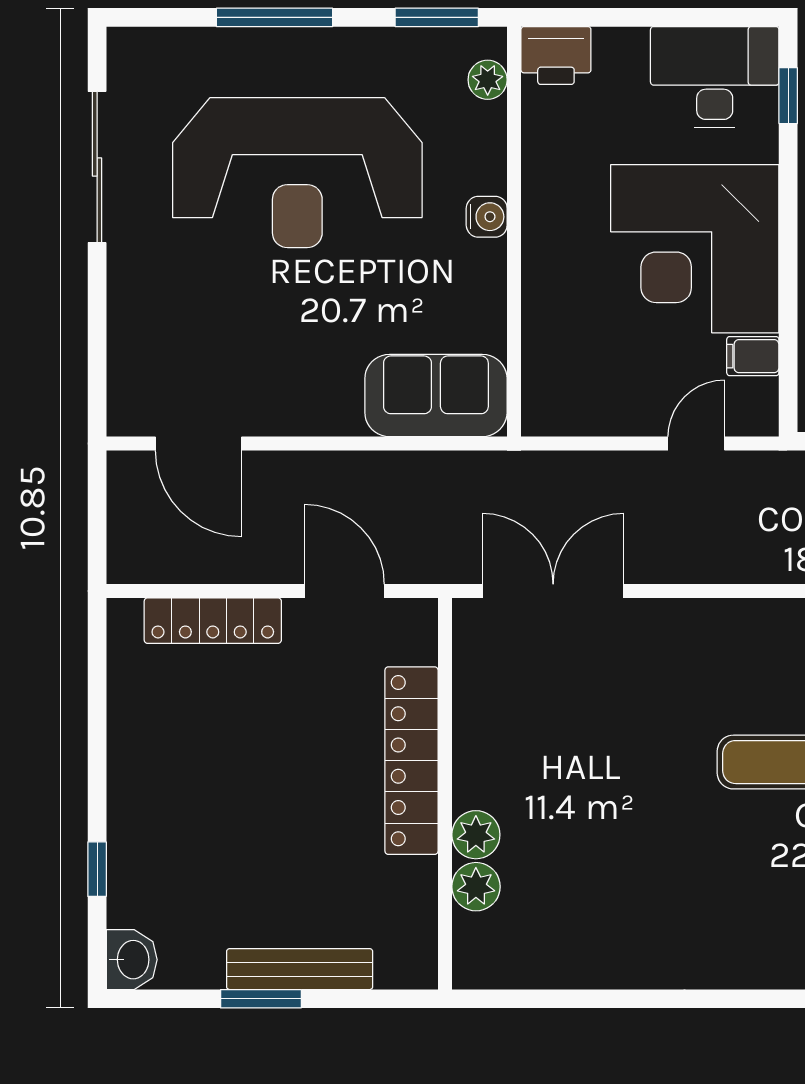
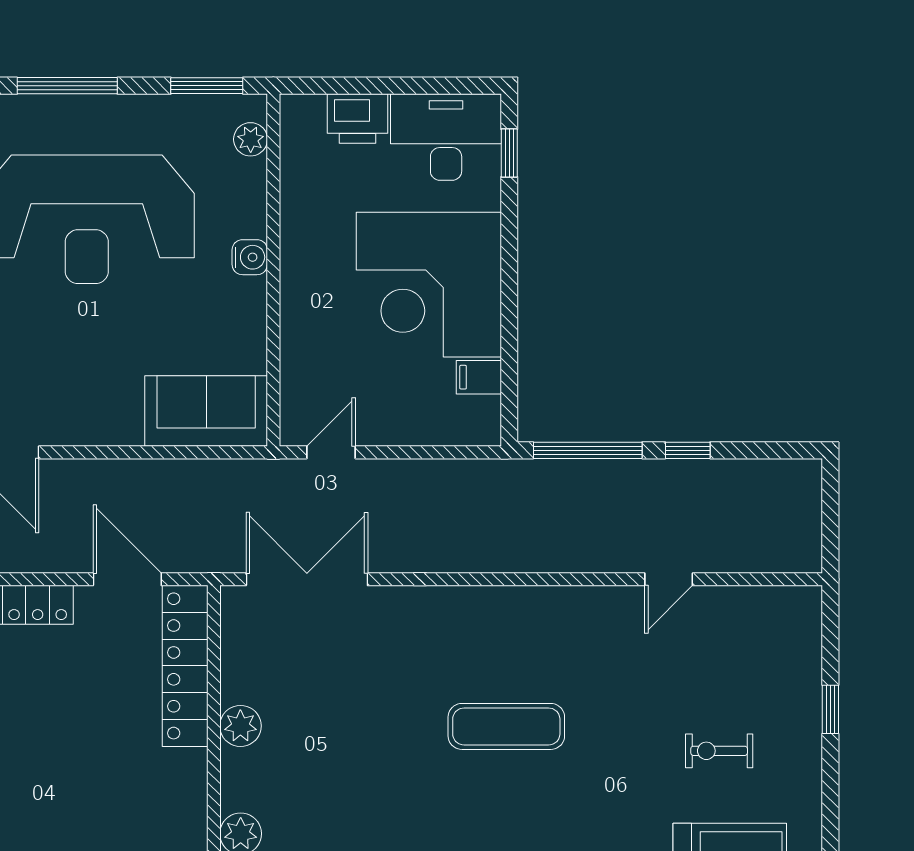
printer: (556, 56) -> (357, 118), moved
door: (696, 444) -> (331, 452), moved
locker: (411, 761) -> (185, 666), moved
plant: (476, 835) -> (240, 726), moved

